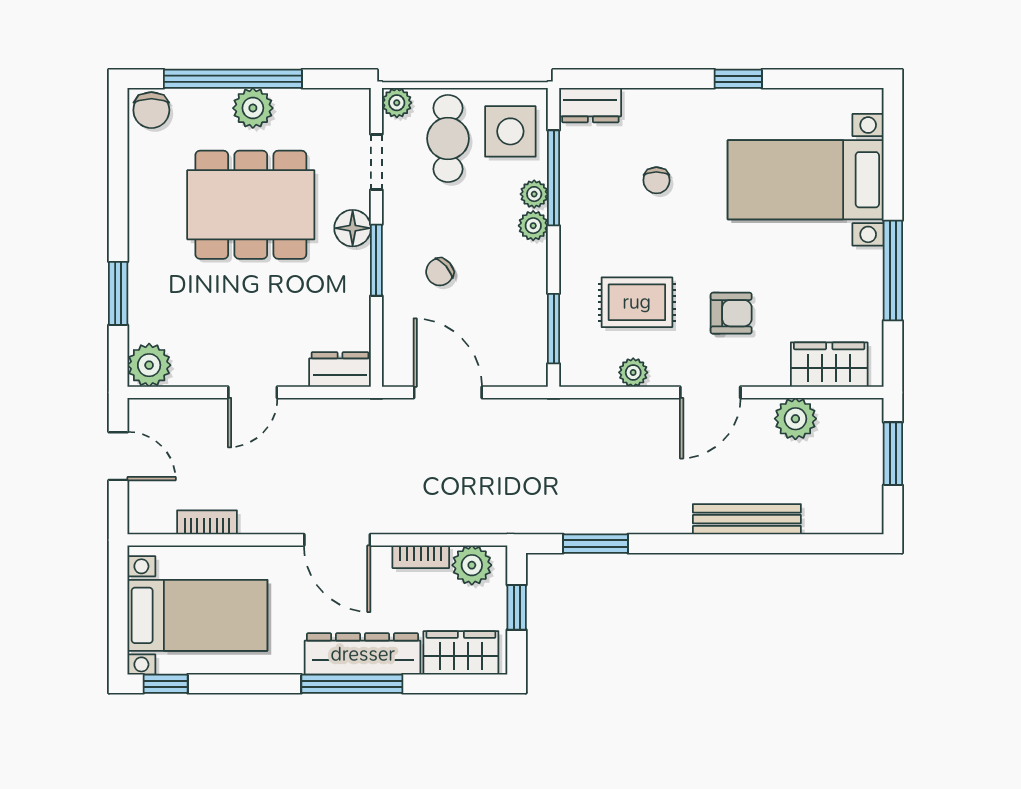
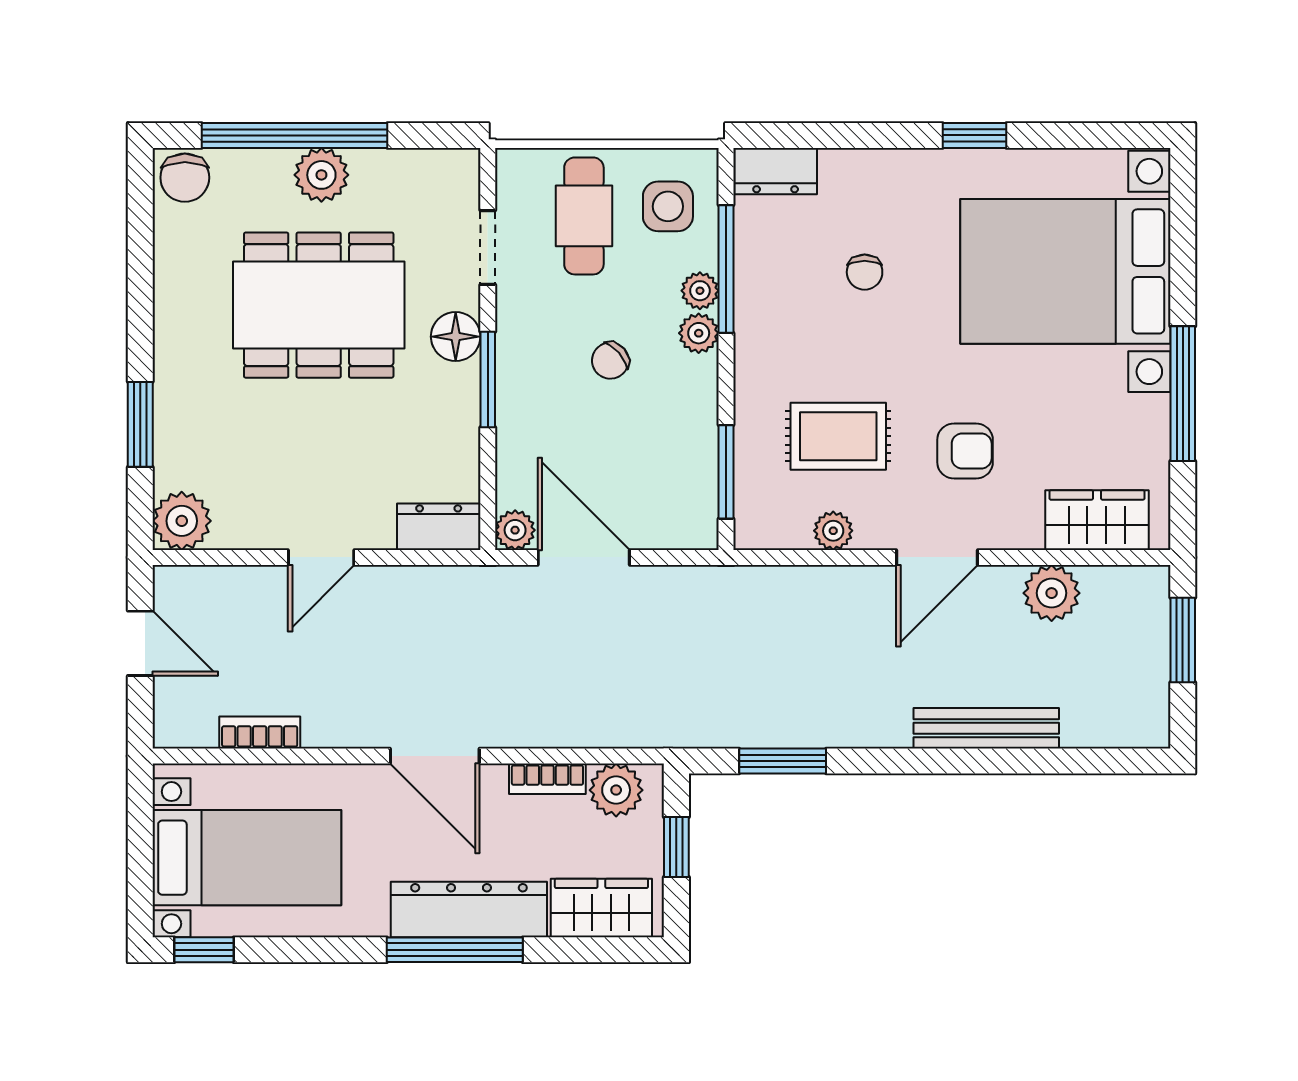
plant: (397, 103) -> (515, 530), moved
side table: (510, 131) -> (668, 206), width x0.73, depth x0.73
bed with nightstands: (806, 180) -> (1065, 271), width x1.36
chair: (440, 272) -> (610, 361), moved

